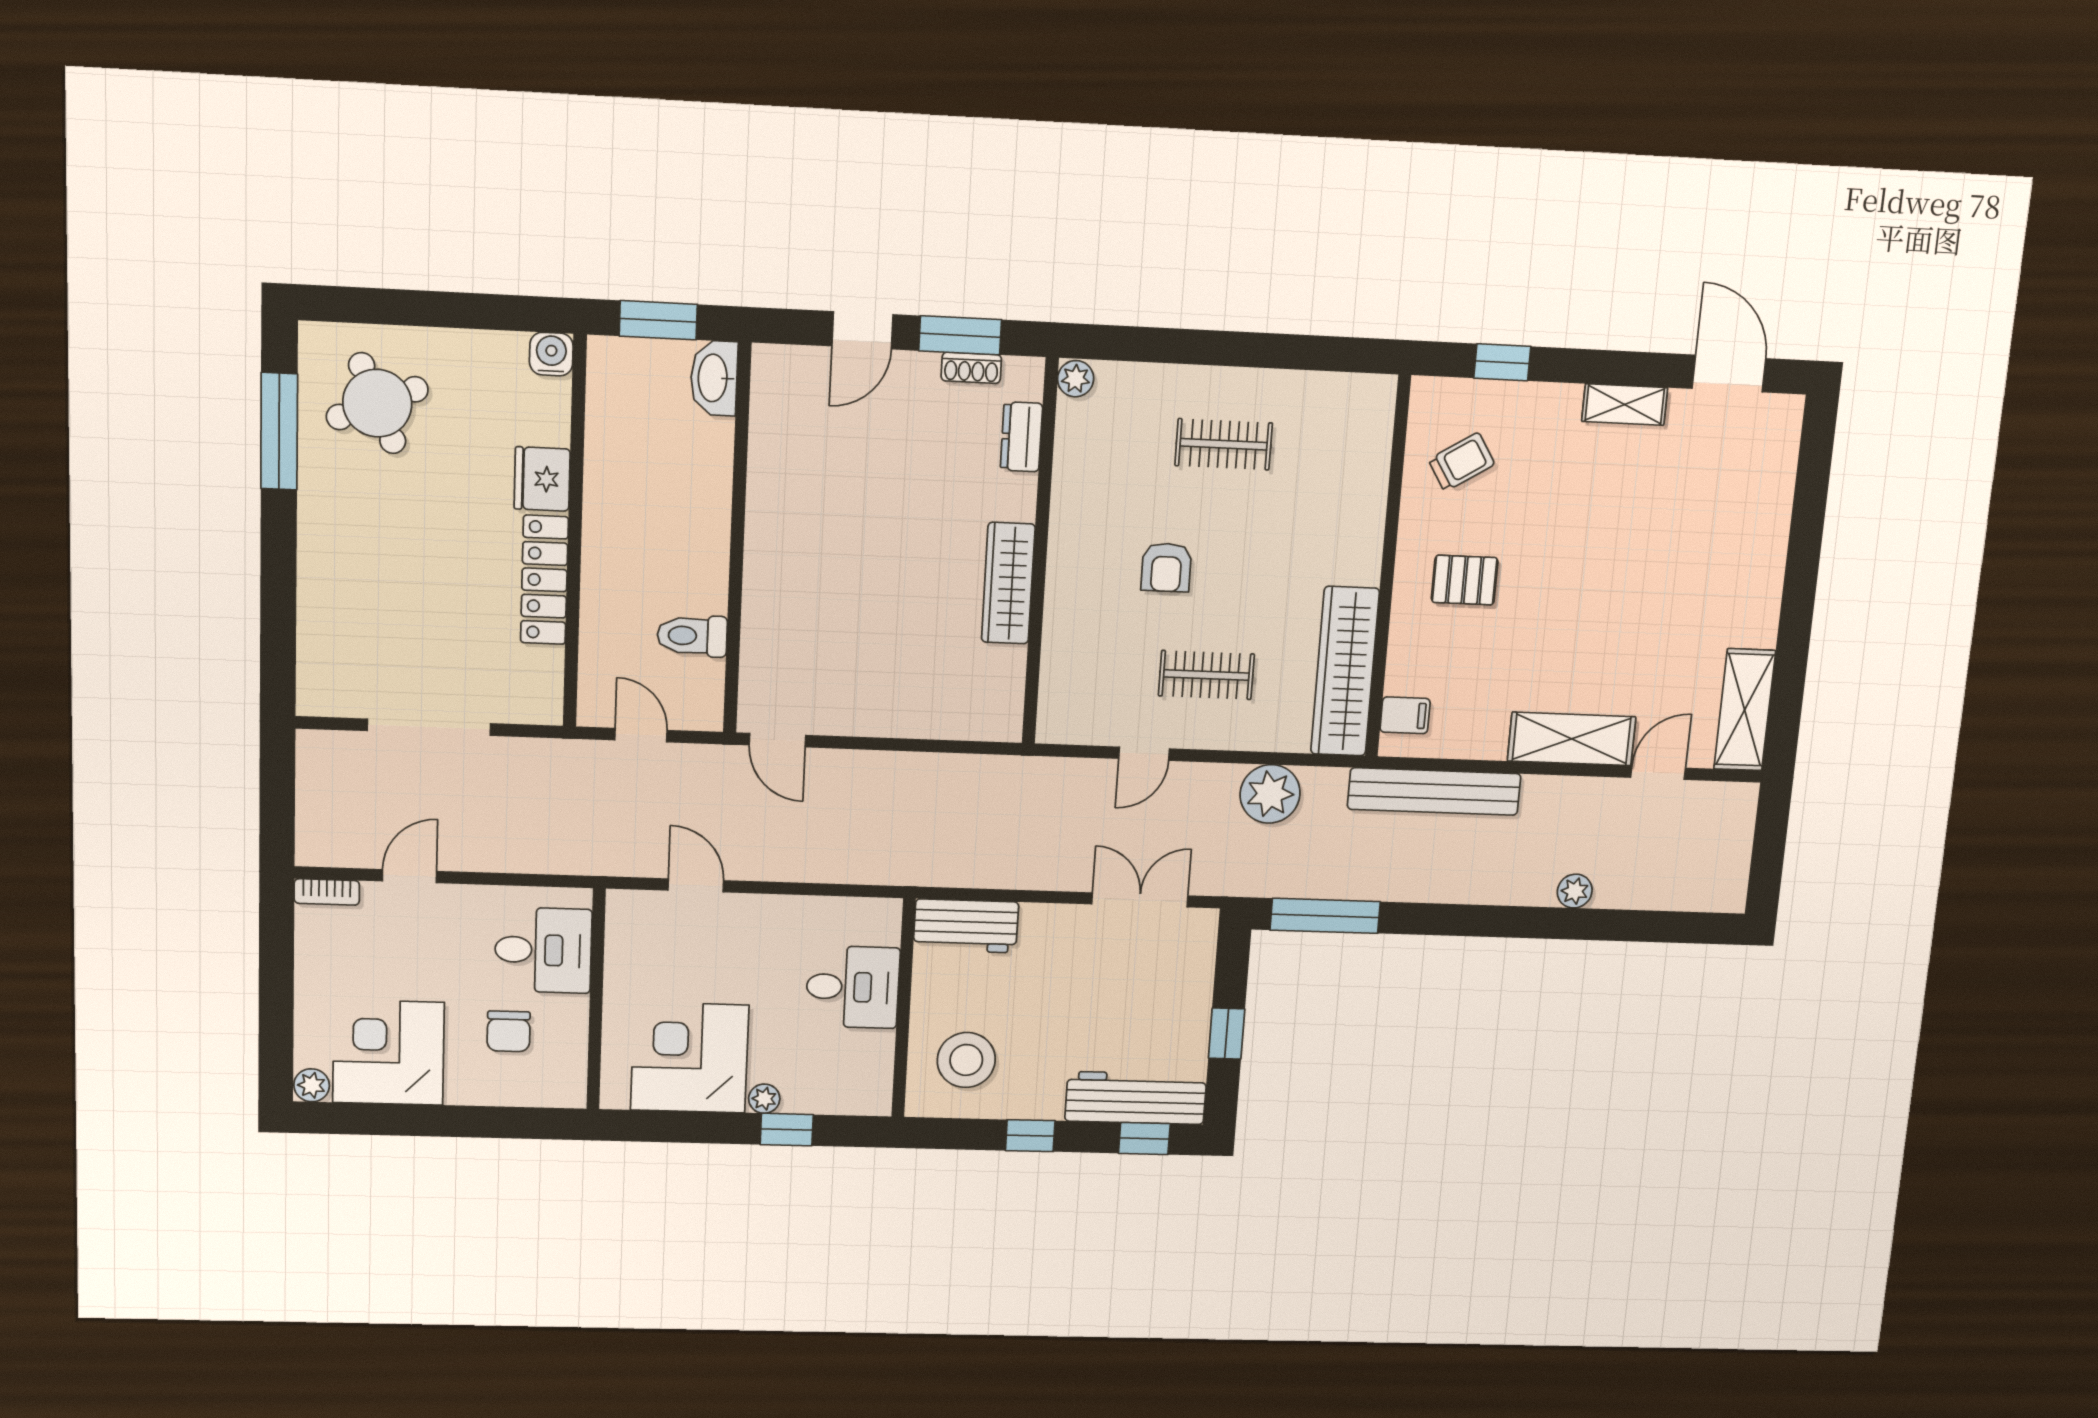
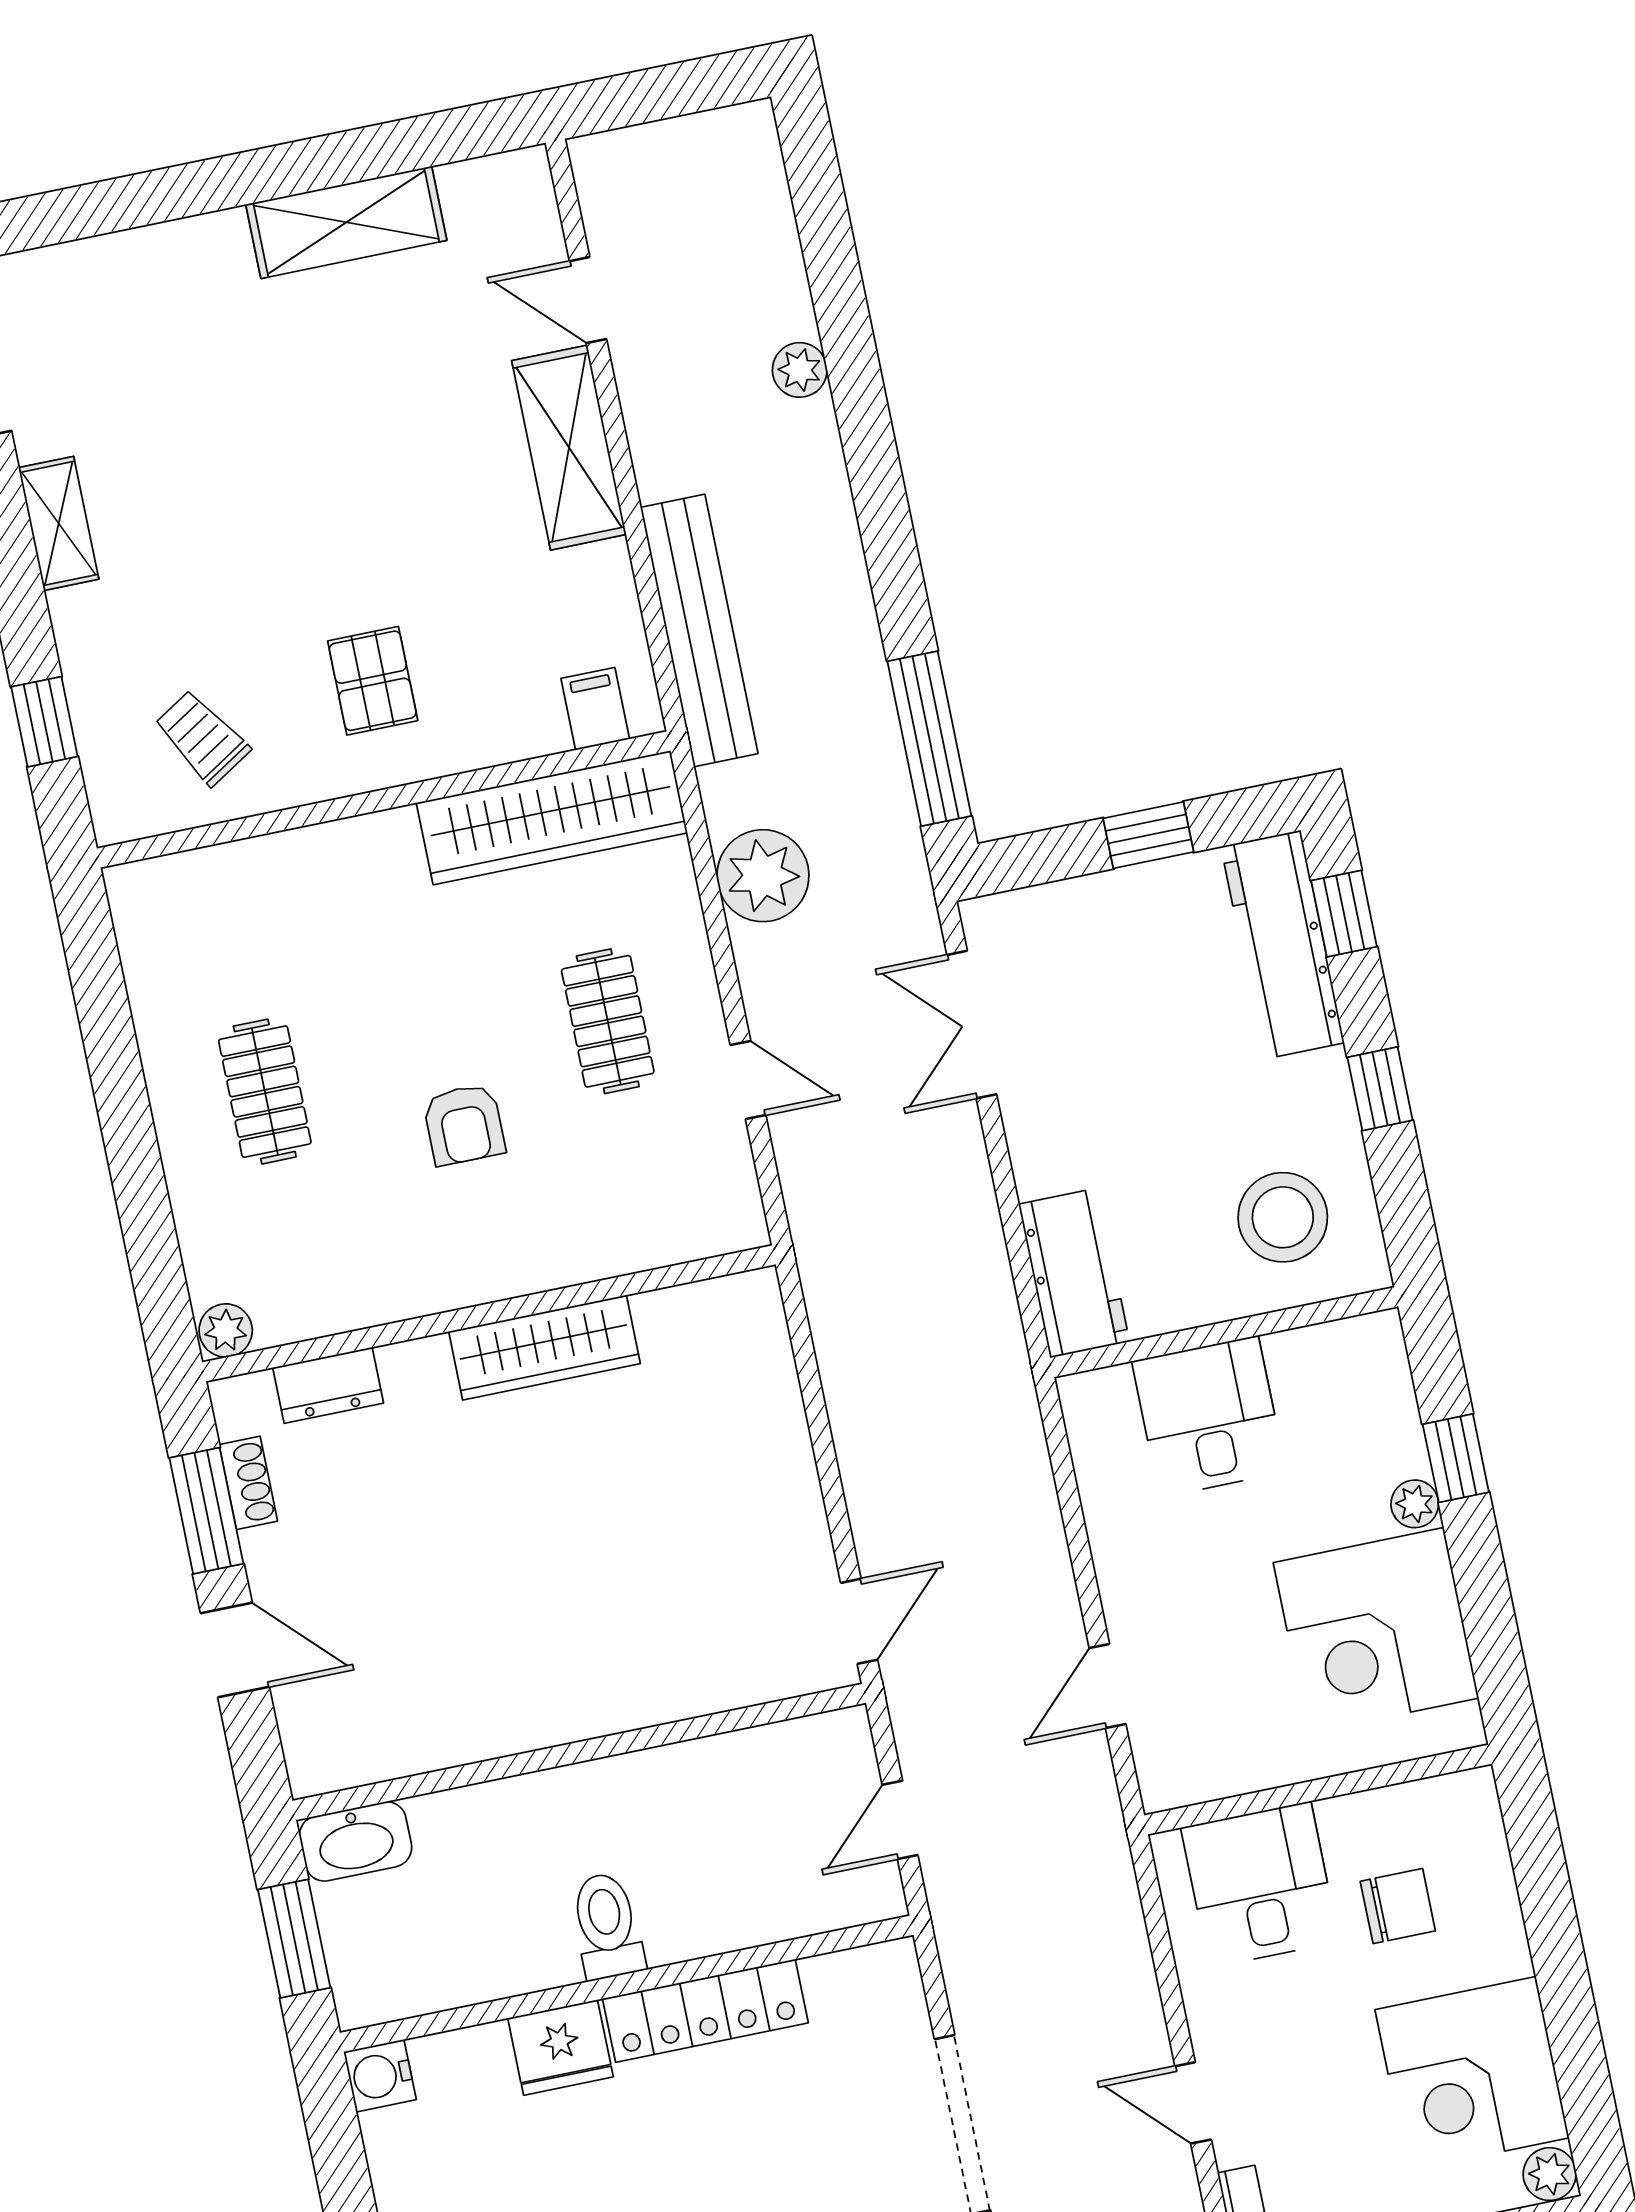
armchair: (1166, 567) -> (464, 1125), turned 90
toilet: (692, 636) -> (607, 1926), moved, turned 180
shelving: (1745, 710) -> (346, 222), moved

